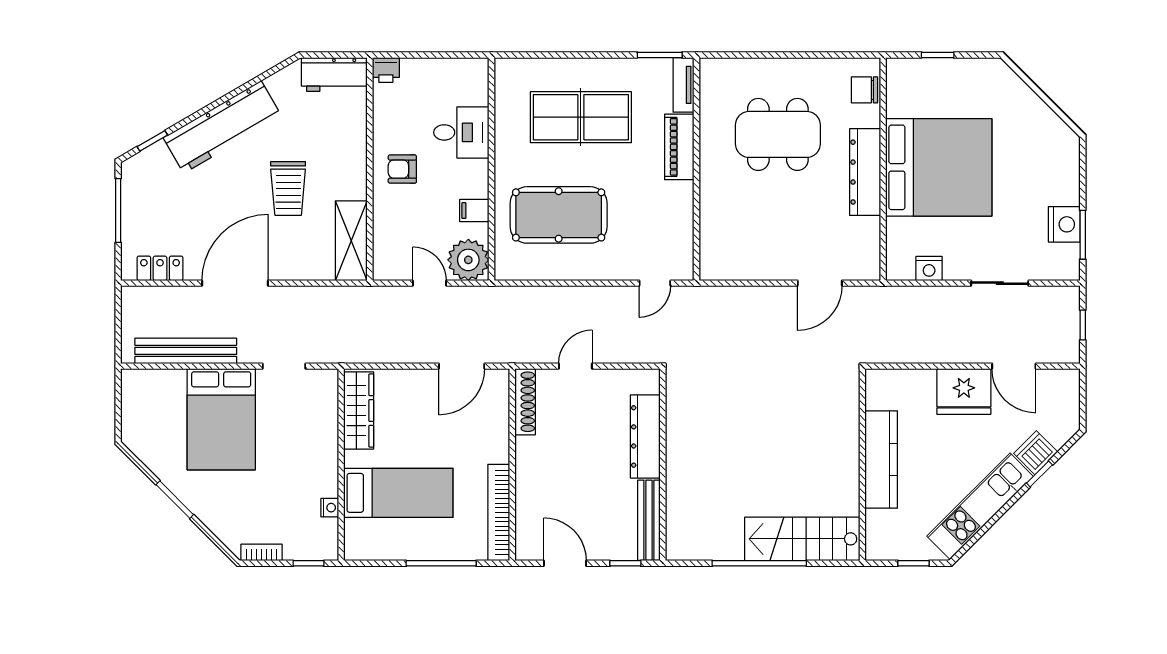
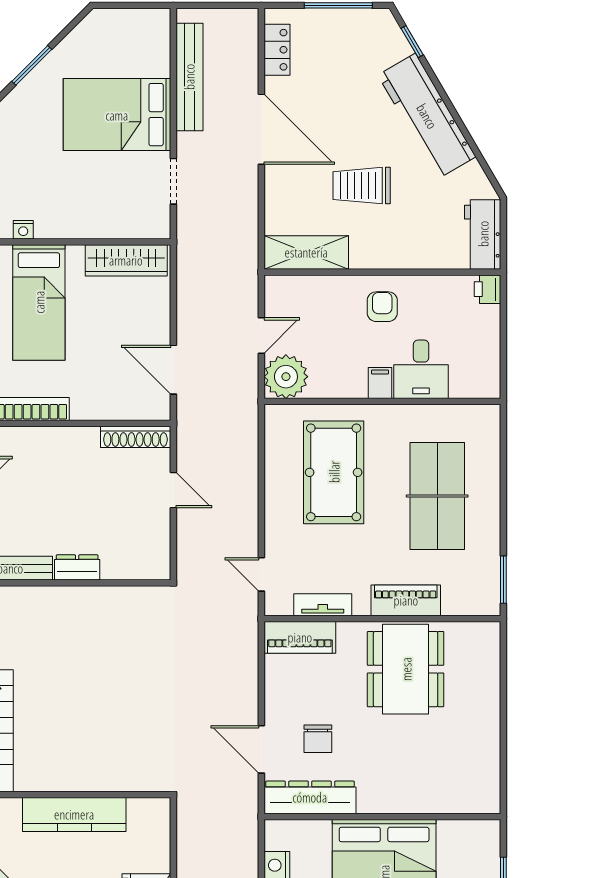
tv unit: (683, 85) -> (323, 605), moved
chair: (865, 90) -> (318, 739), moved, turned 180
dining table: (778, 134) -> (406, 669), moved
dresser: (865, 172) -> (310, 797), moved
filing cabinet: (474, 211) -> (380, 383), moved
piano: (714, 247) -> (300, 637), added
dresser: (645, 436) -> (77, 567), width x0.51, depth x0.80

